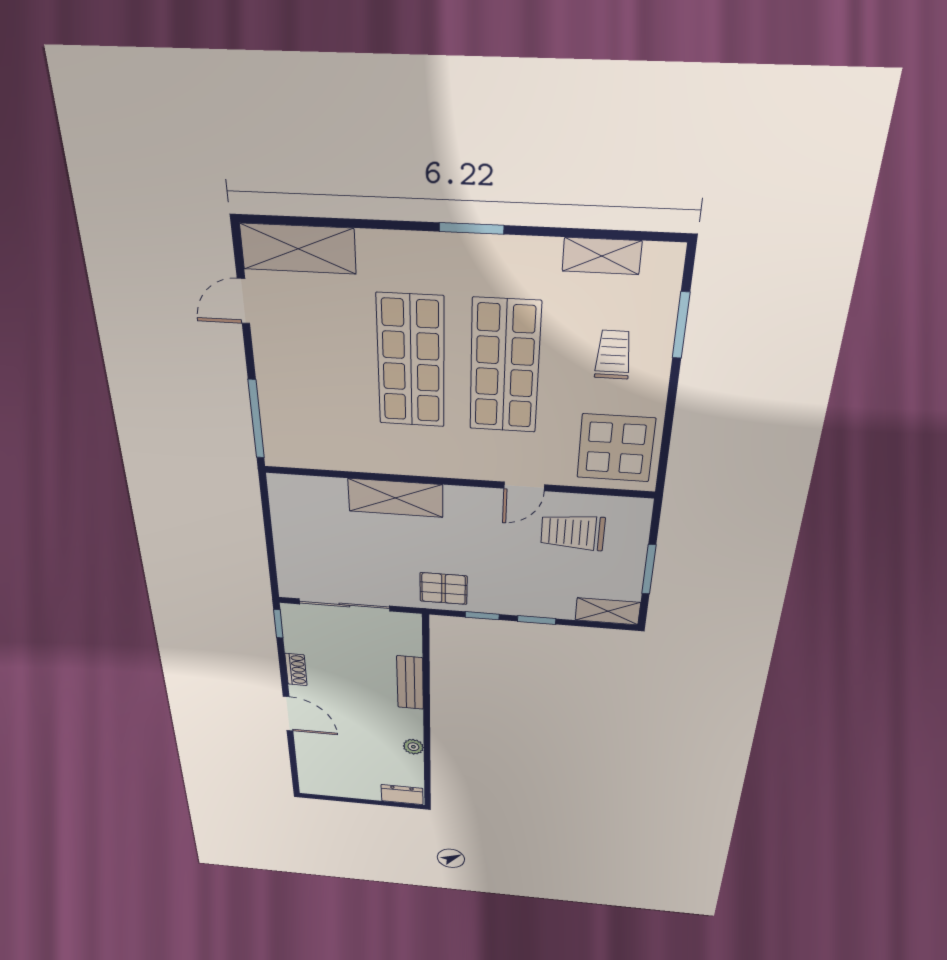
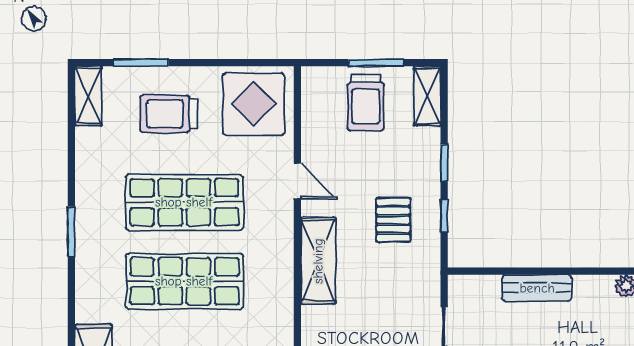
shelving: (602, 256) -> (88, 96), moved
trolley: (613, 355) -> (169, 114), width x1.36, depth x1.39
shelving: (395, 498) -> (318, 261), moved
trolley: (573, 532) -> (366, 102), moved
pallet: (444, 589) -> (393, 220), moved

